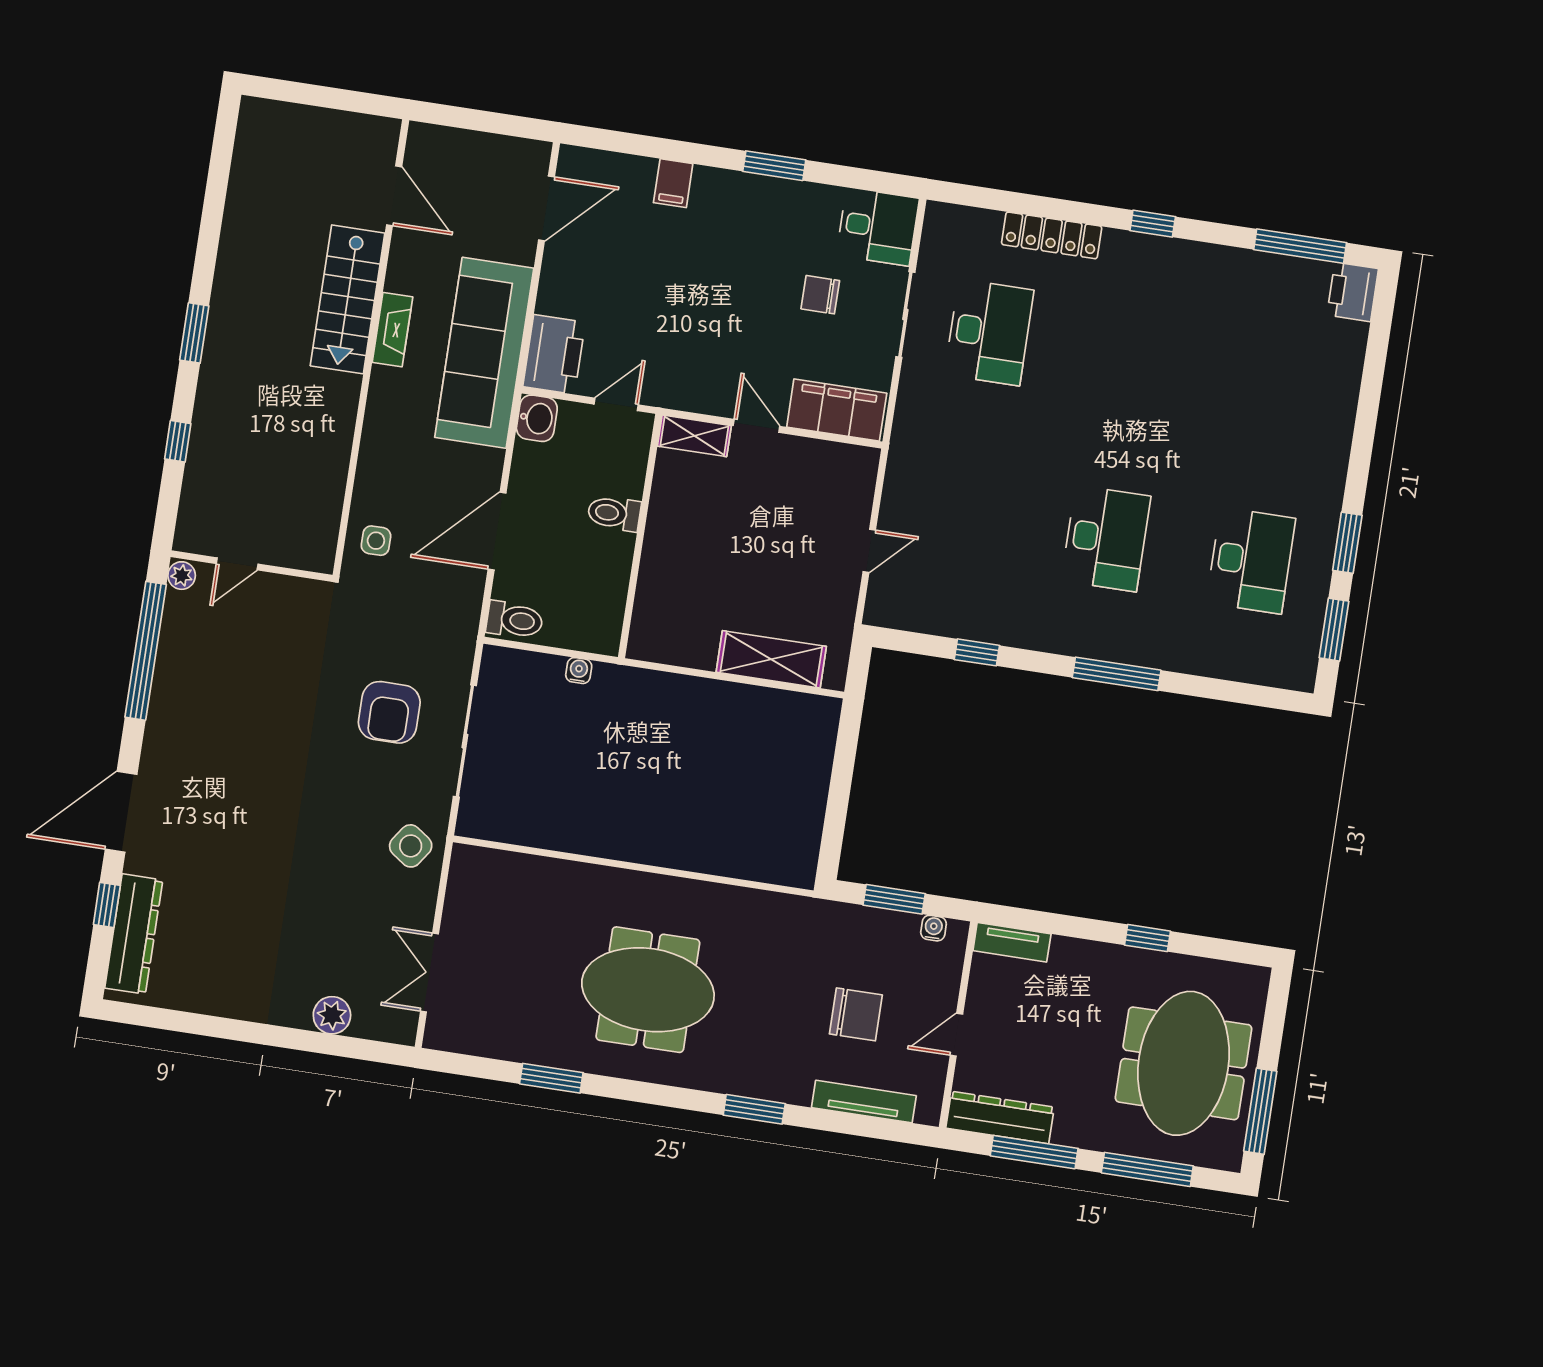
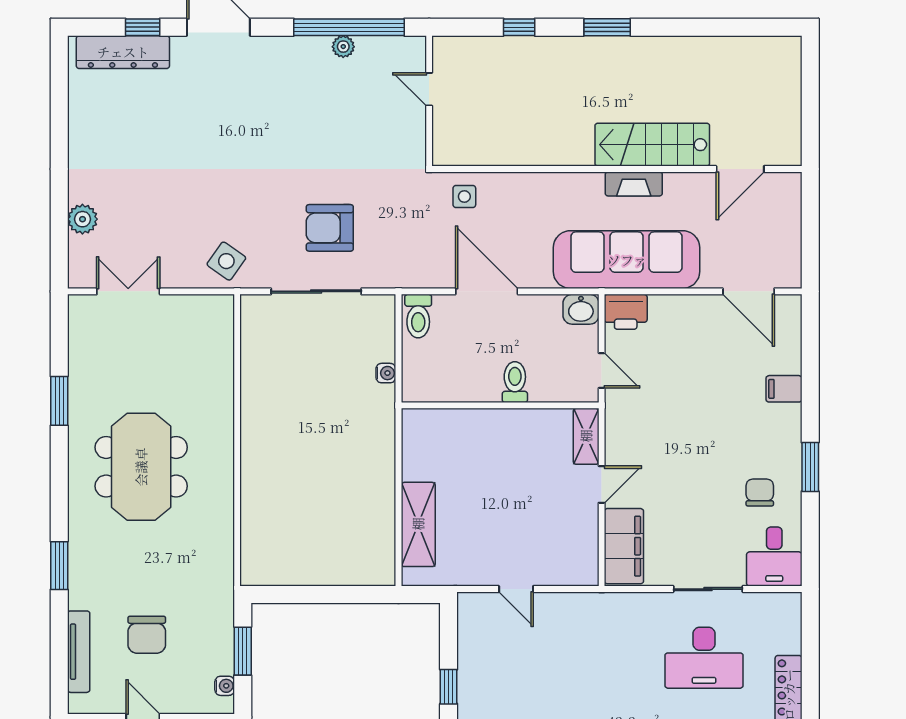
chair: (820, 295) -> (760, 492), moved
printer: (554, 354) -> (626, 312), width x0.73, depth x0.84
plant: (182, 576) -> (343, 47), moved

